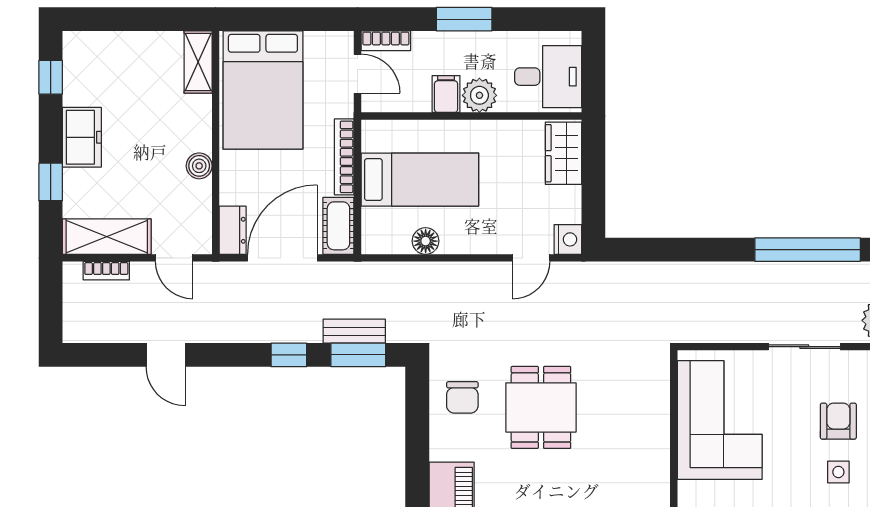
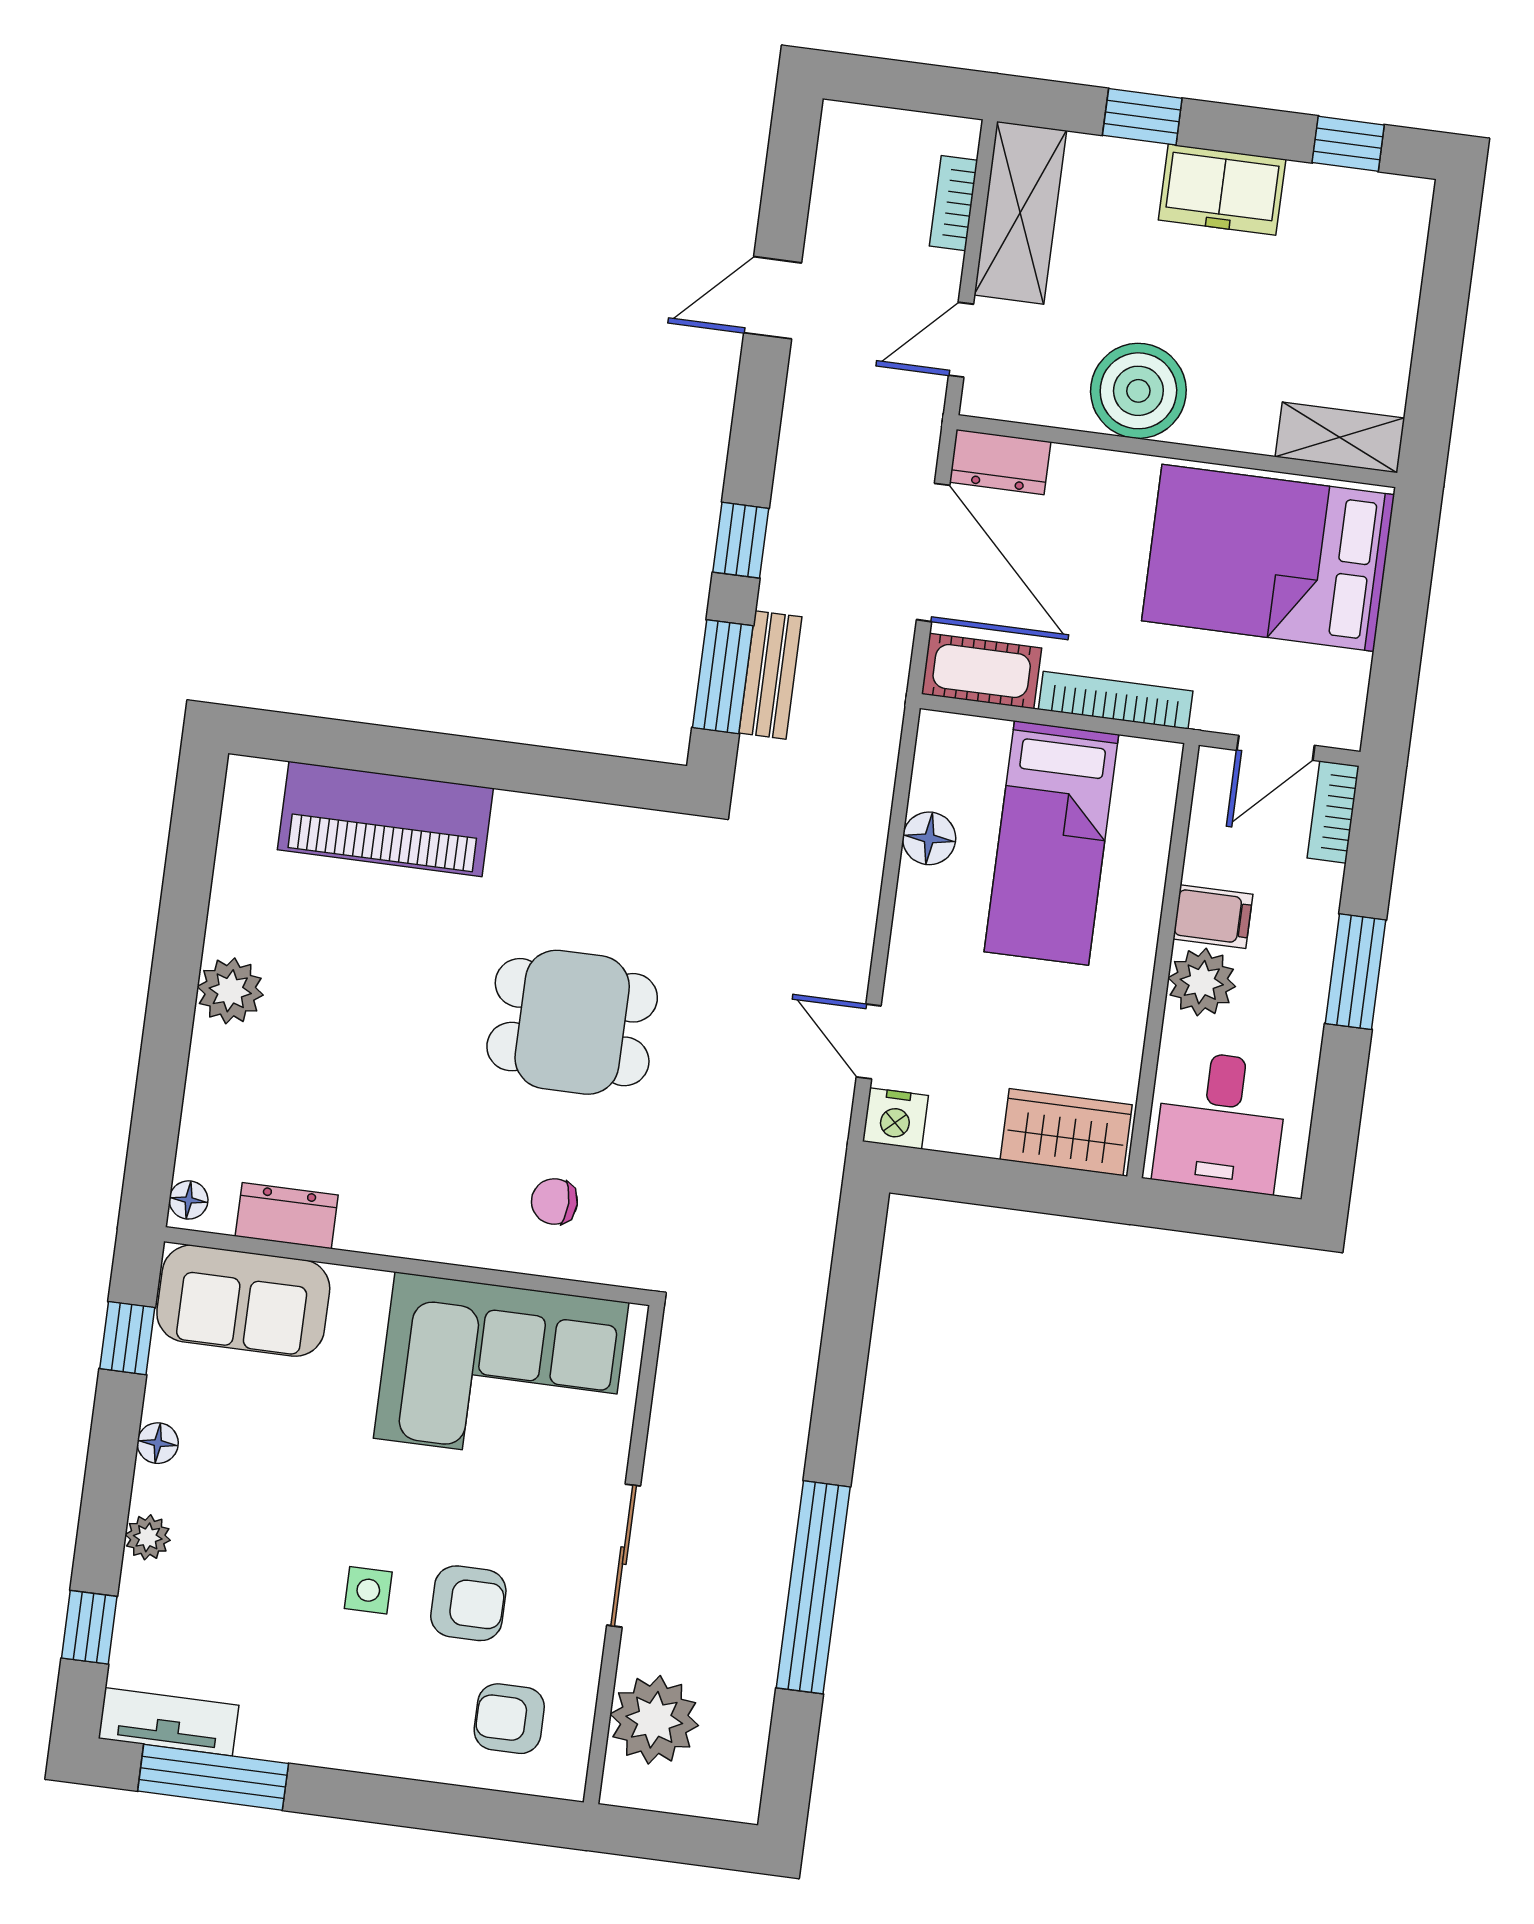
boiler: (199, 166) -> (1138, 391), width x1.86, depth x1.86
chair: (462, 397) -> (554, 1201), moved, width x0.73, depth x0.73

